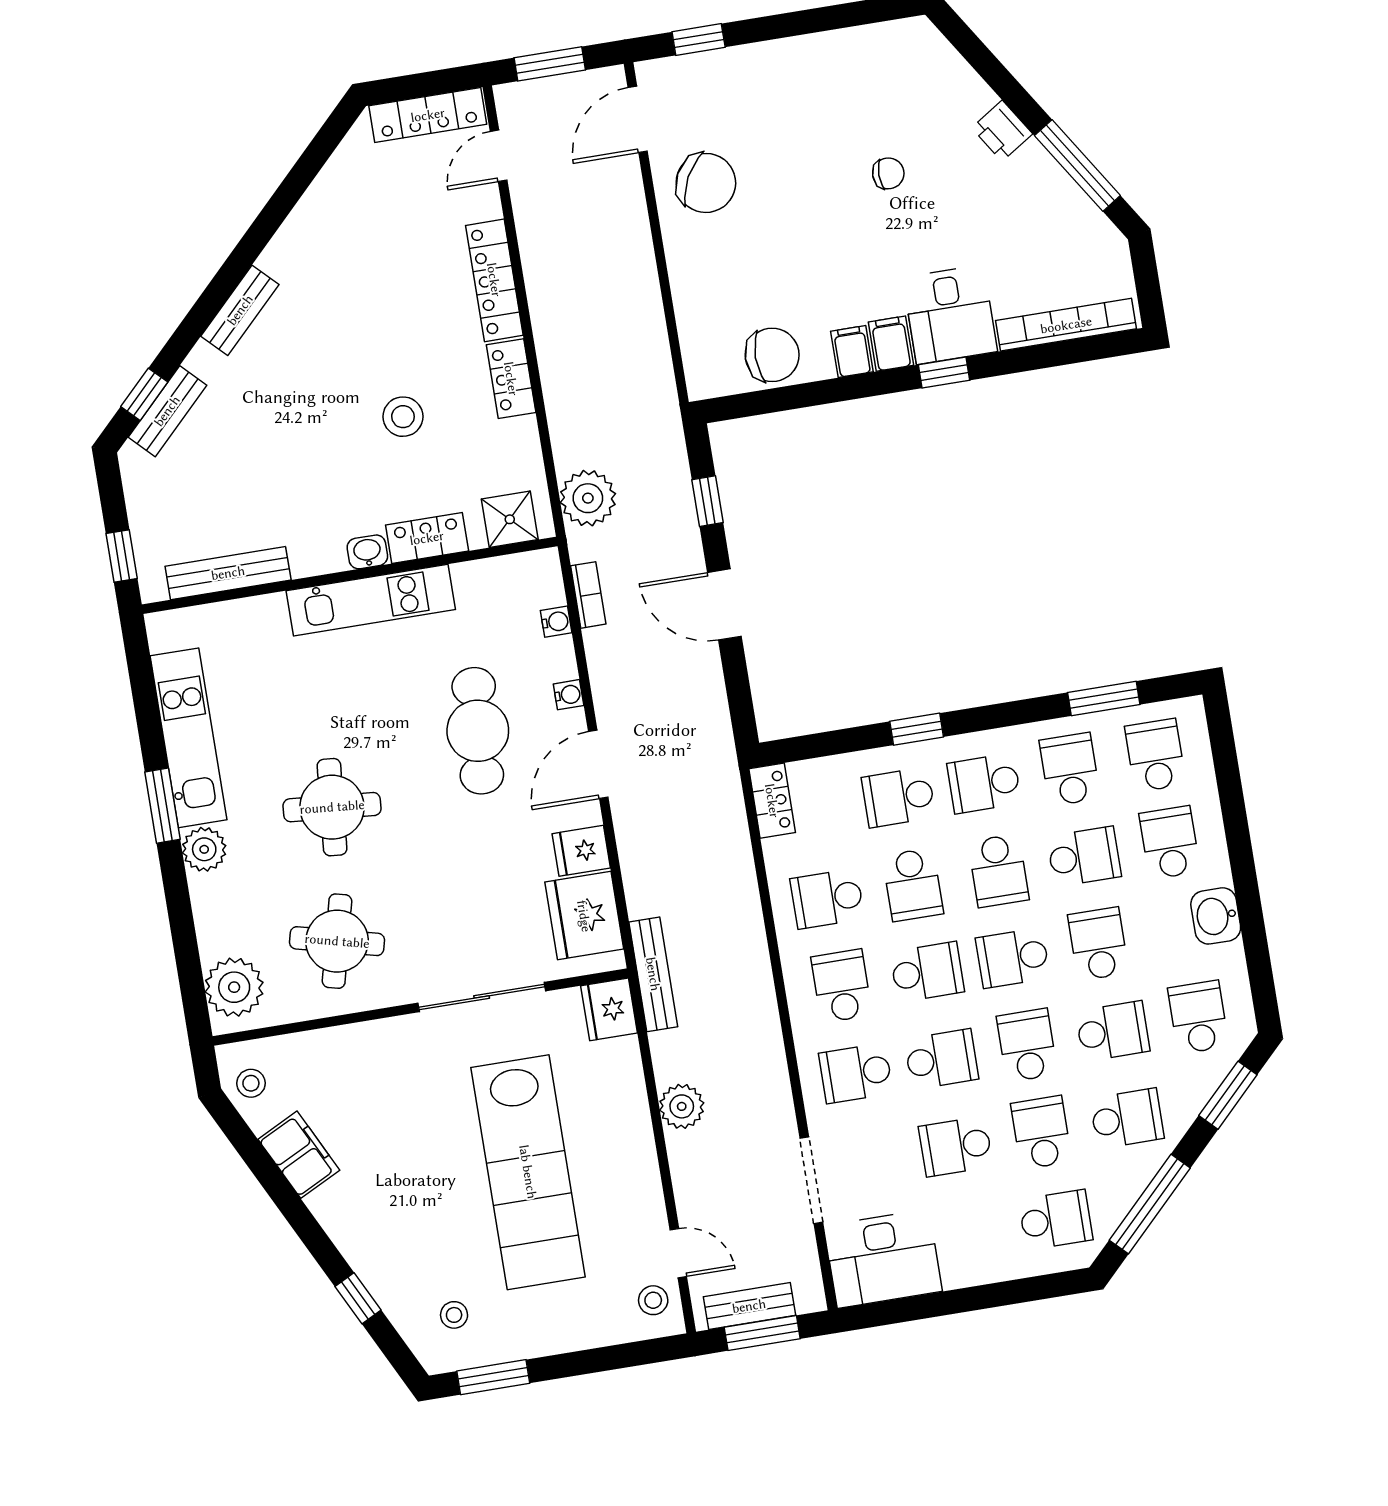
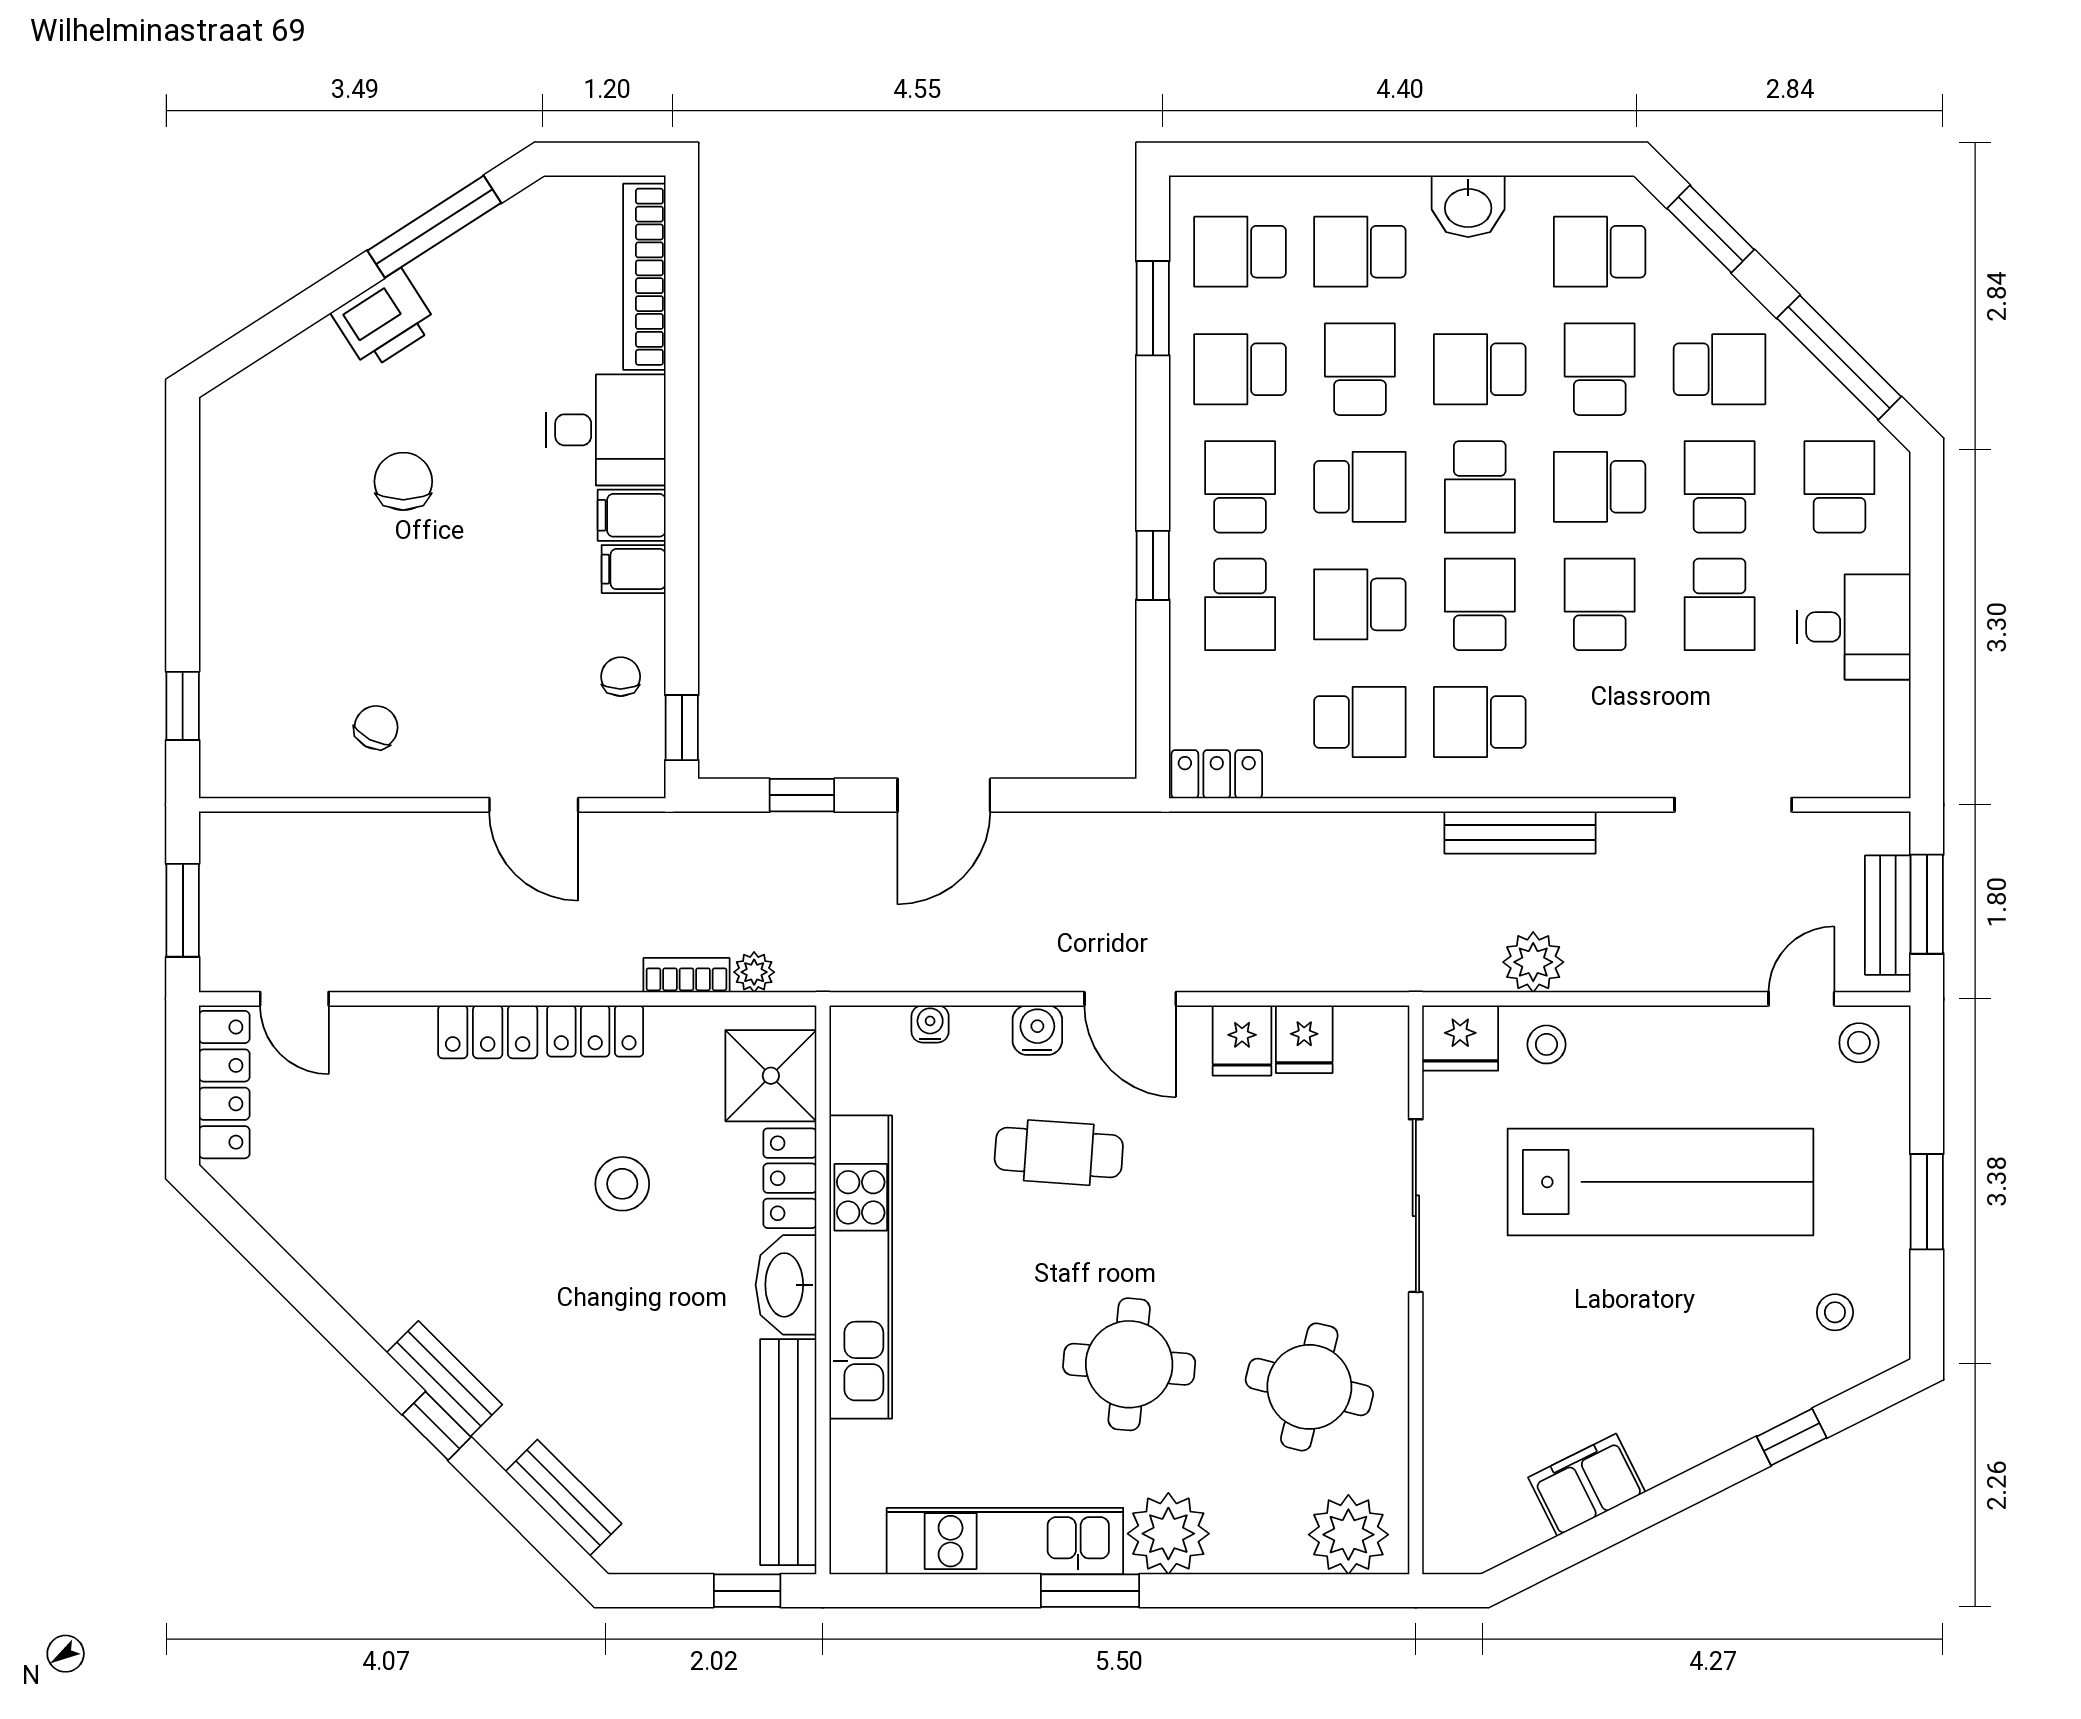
door: (638, 119) -> (534, 805), moved
printer: (1002, 131) -> (384, 319), width x1.36, depth x1.24
chair: (888, 173) -> (403, 481), width x1.37, depth x1.37
chair: (706, 183) -> (376, 727), width x0.54, depth x0.54
locker: (494, 280) -> (488, 1032), width x0.66
chair: (772, 355) -> (621, 677), width x0.54, depth x0.54
window: (944, 372) -> (682, 728), moved
window: (144, 394) -> (437, 1426), moved
plant: (588, 498) -> (754, 972), width x0.53, depth x0.53
shower: (510, 519) -> (771, 1076), width x1.36, depth x1.36
washbasin: (367, 552) -> (786, 1285), width x1.91, depth x1.45
bench: (228, 573) -> (788, 1452), width x1.37, depth x1.21
bookcase: (588, 595) -> (687, 975), moved
kitchen unit: (371, 600) -> (861, 1267), width x1.36
water cooler: (569, 695) -> (1037, 1030), width x1.38, depth x1.38
cafe table: (478, 731) -> (1059, 1153), width x0.73, depth x0.74
school desk: (984, 783) -> (1240, 487), turned 180
plant: (204, 849) -> (1168, 1534), width x1.36, depth x1.36
school desk: (913, 885) -> (1360, 604), turned 180
school desk: (827, 899) -> (1360, 722), turned -90
fridge: (584, 916) -> (1304, 1039), width x0.53, depth x0.75
bench: (653, 974) -> (1520, 832), moved
school desk: (856, 1073) -> (1600, 722), removed
stool: (251, 1083) -> (1546, 1044), moved
plant: (682, 1106) -> (1533, 962), moved
school desk: (1127, 1118) -> (1720, 369), turned 90
school desk: (1041, 1132) -> (1720, 487), turned 90
desk: (883, 1259) -> (1854, 627), moved, width x0.73
window: (493, 1377) -> (1927, 1202), moved

